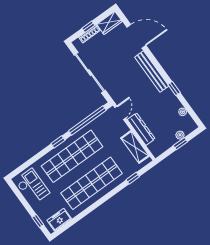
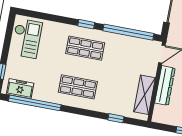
shop shelf: (72, 156) -> (85, 48), width x0.50, depth x0.74
shop shelf: (92, 183) -> (78, 87), width x0.50, depth x0.74
window: (76, 219) -> (35, 103), added

